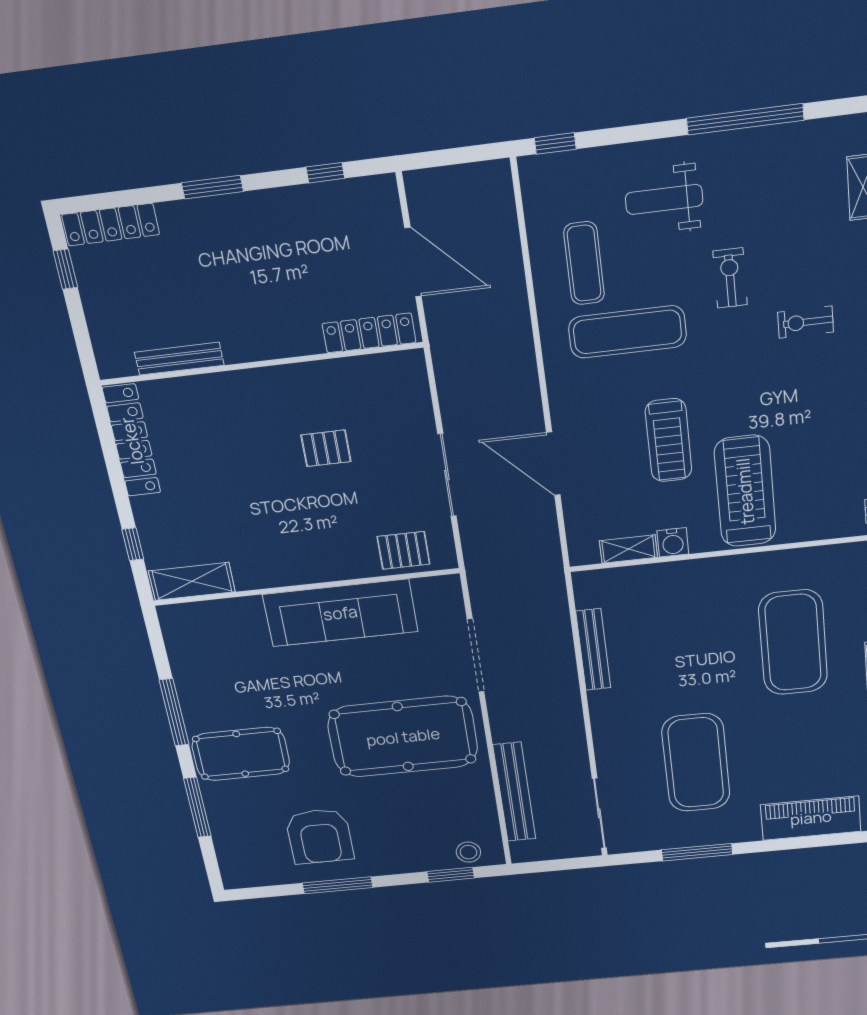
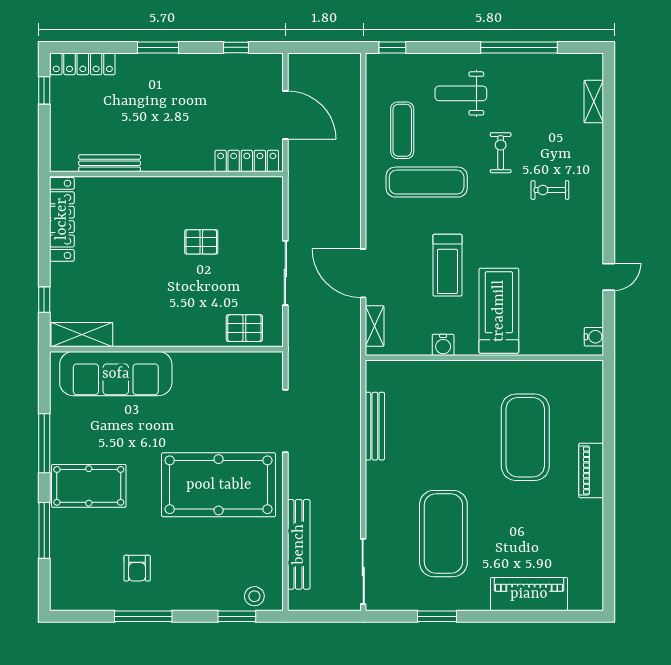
shelving: (628, 549) -> (375, 326), moved, turned 90
sofa: (340, 613) -> (116, 374), moved
armchair: (320, 836) -> (137, 568), width x0.53, depth x0.53
window: (697, 852) -> (437, 616), width x0.69

